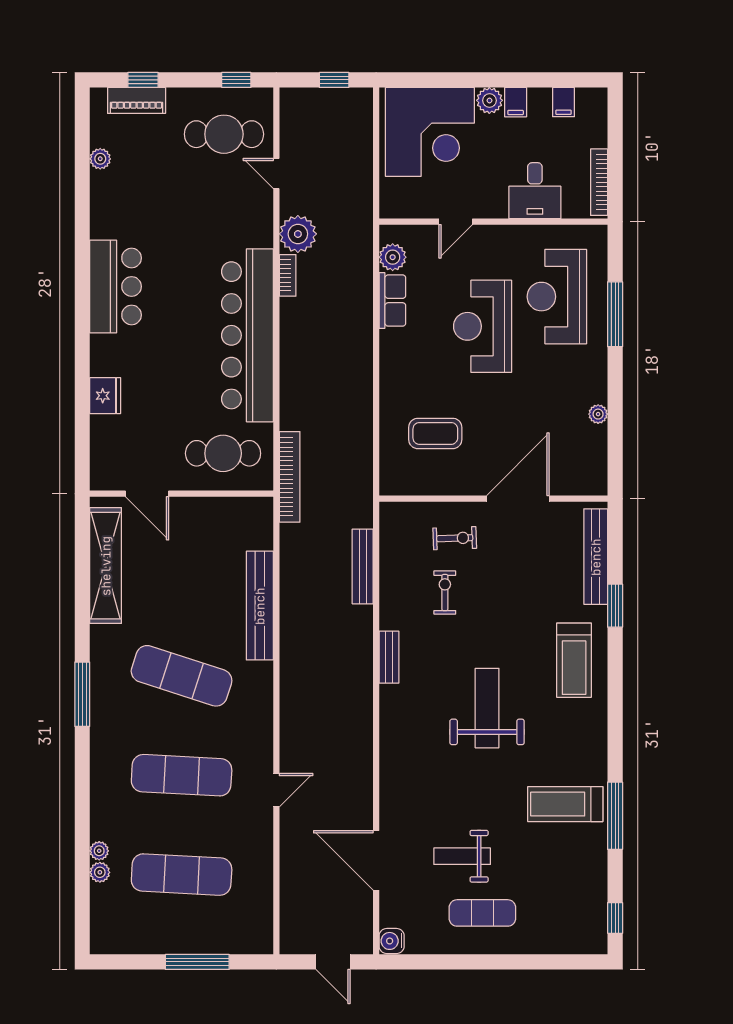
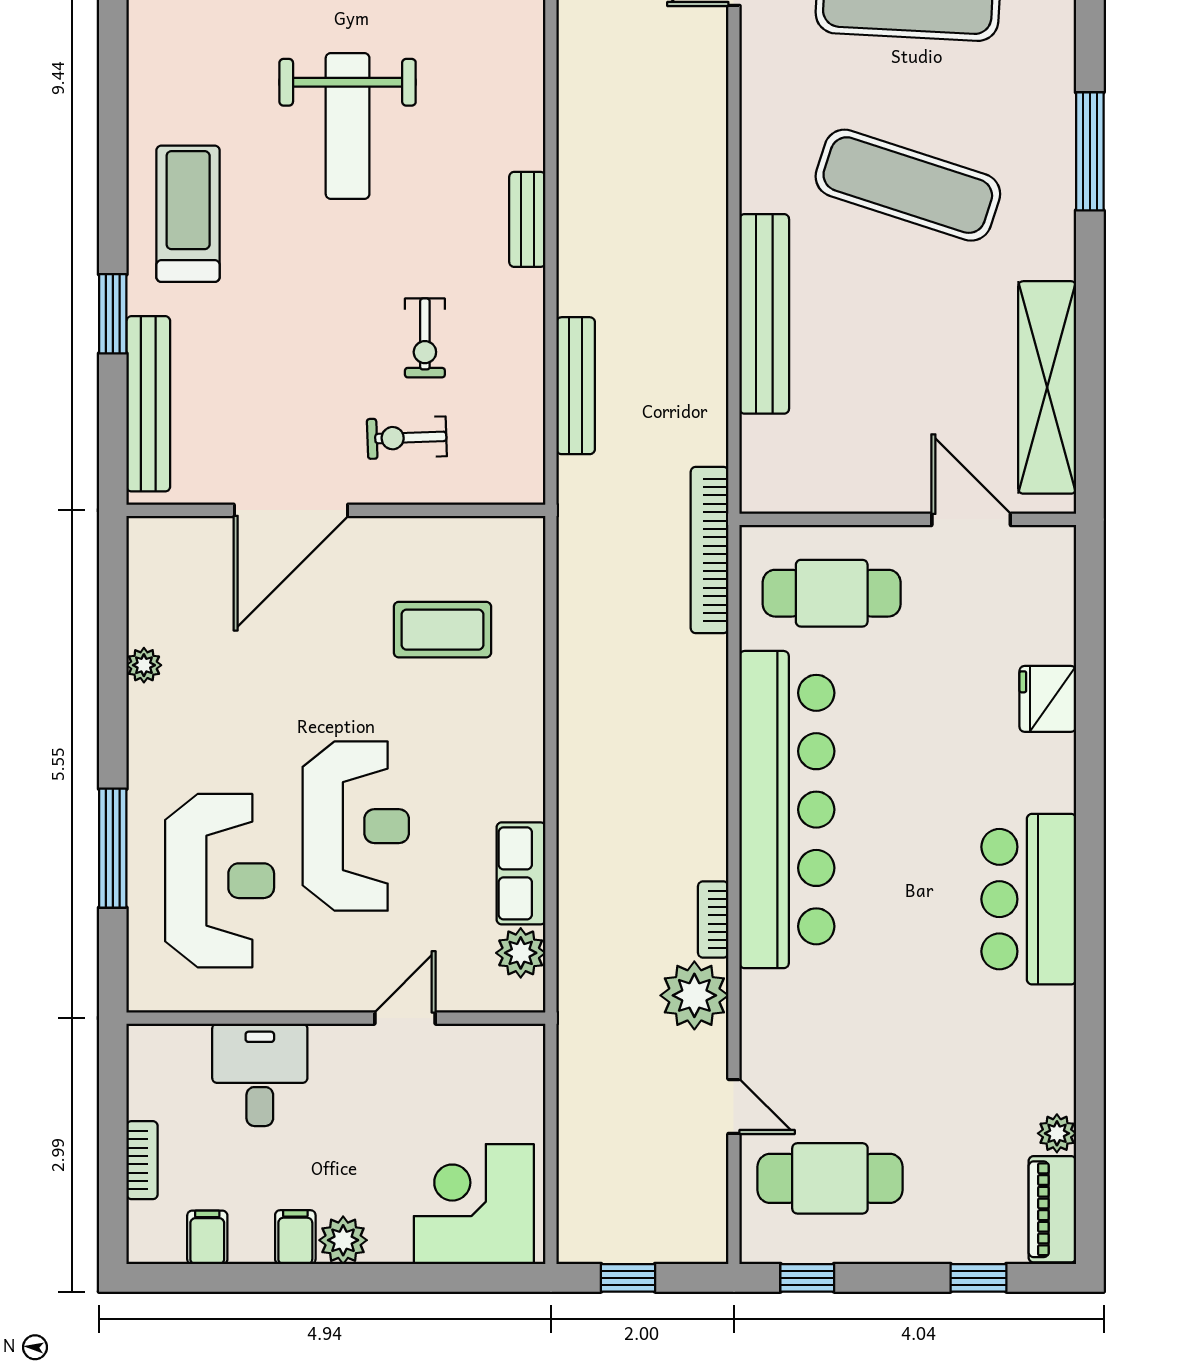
piano: (137, 100) -> (1052, 1209), moved, turned -90
corner desk: (430, 132) -> (474, 1204), width x0.74, depth x0.74
bookcase: (599, 182) -> (142, 1160), moved, width x0.64

